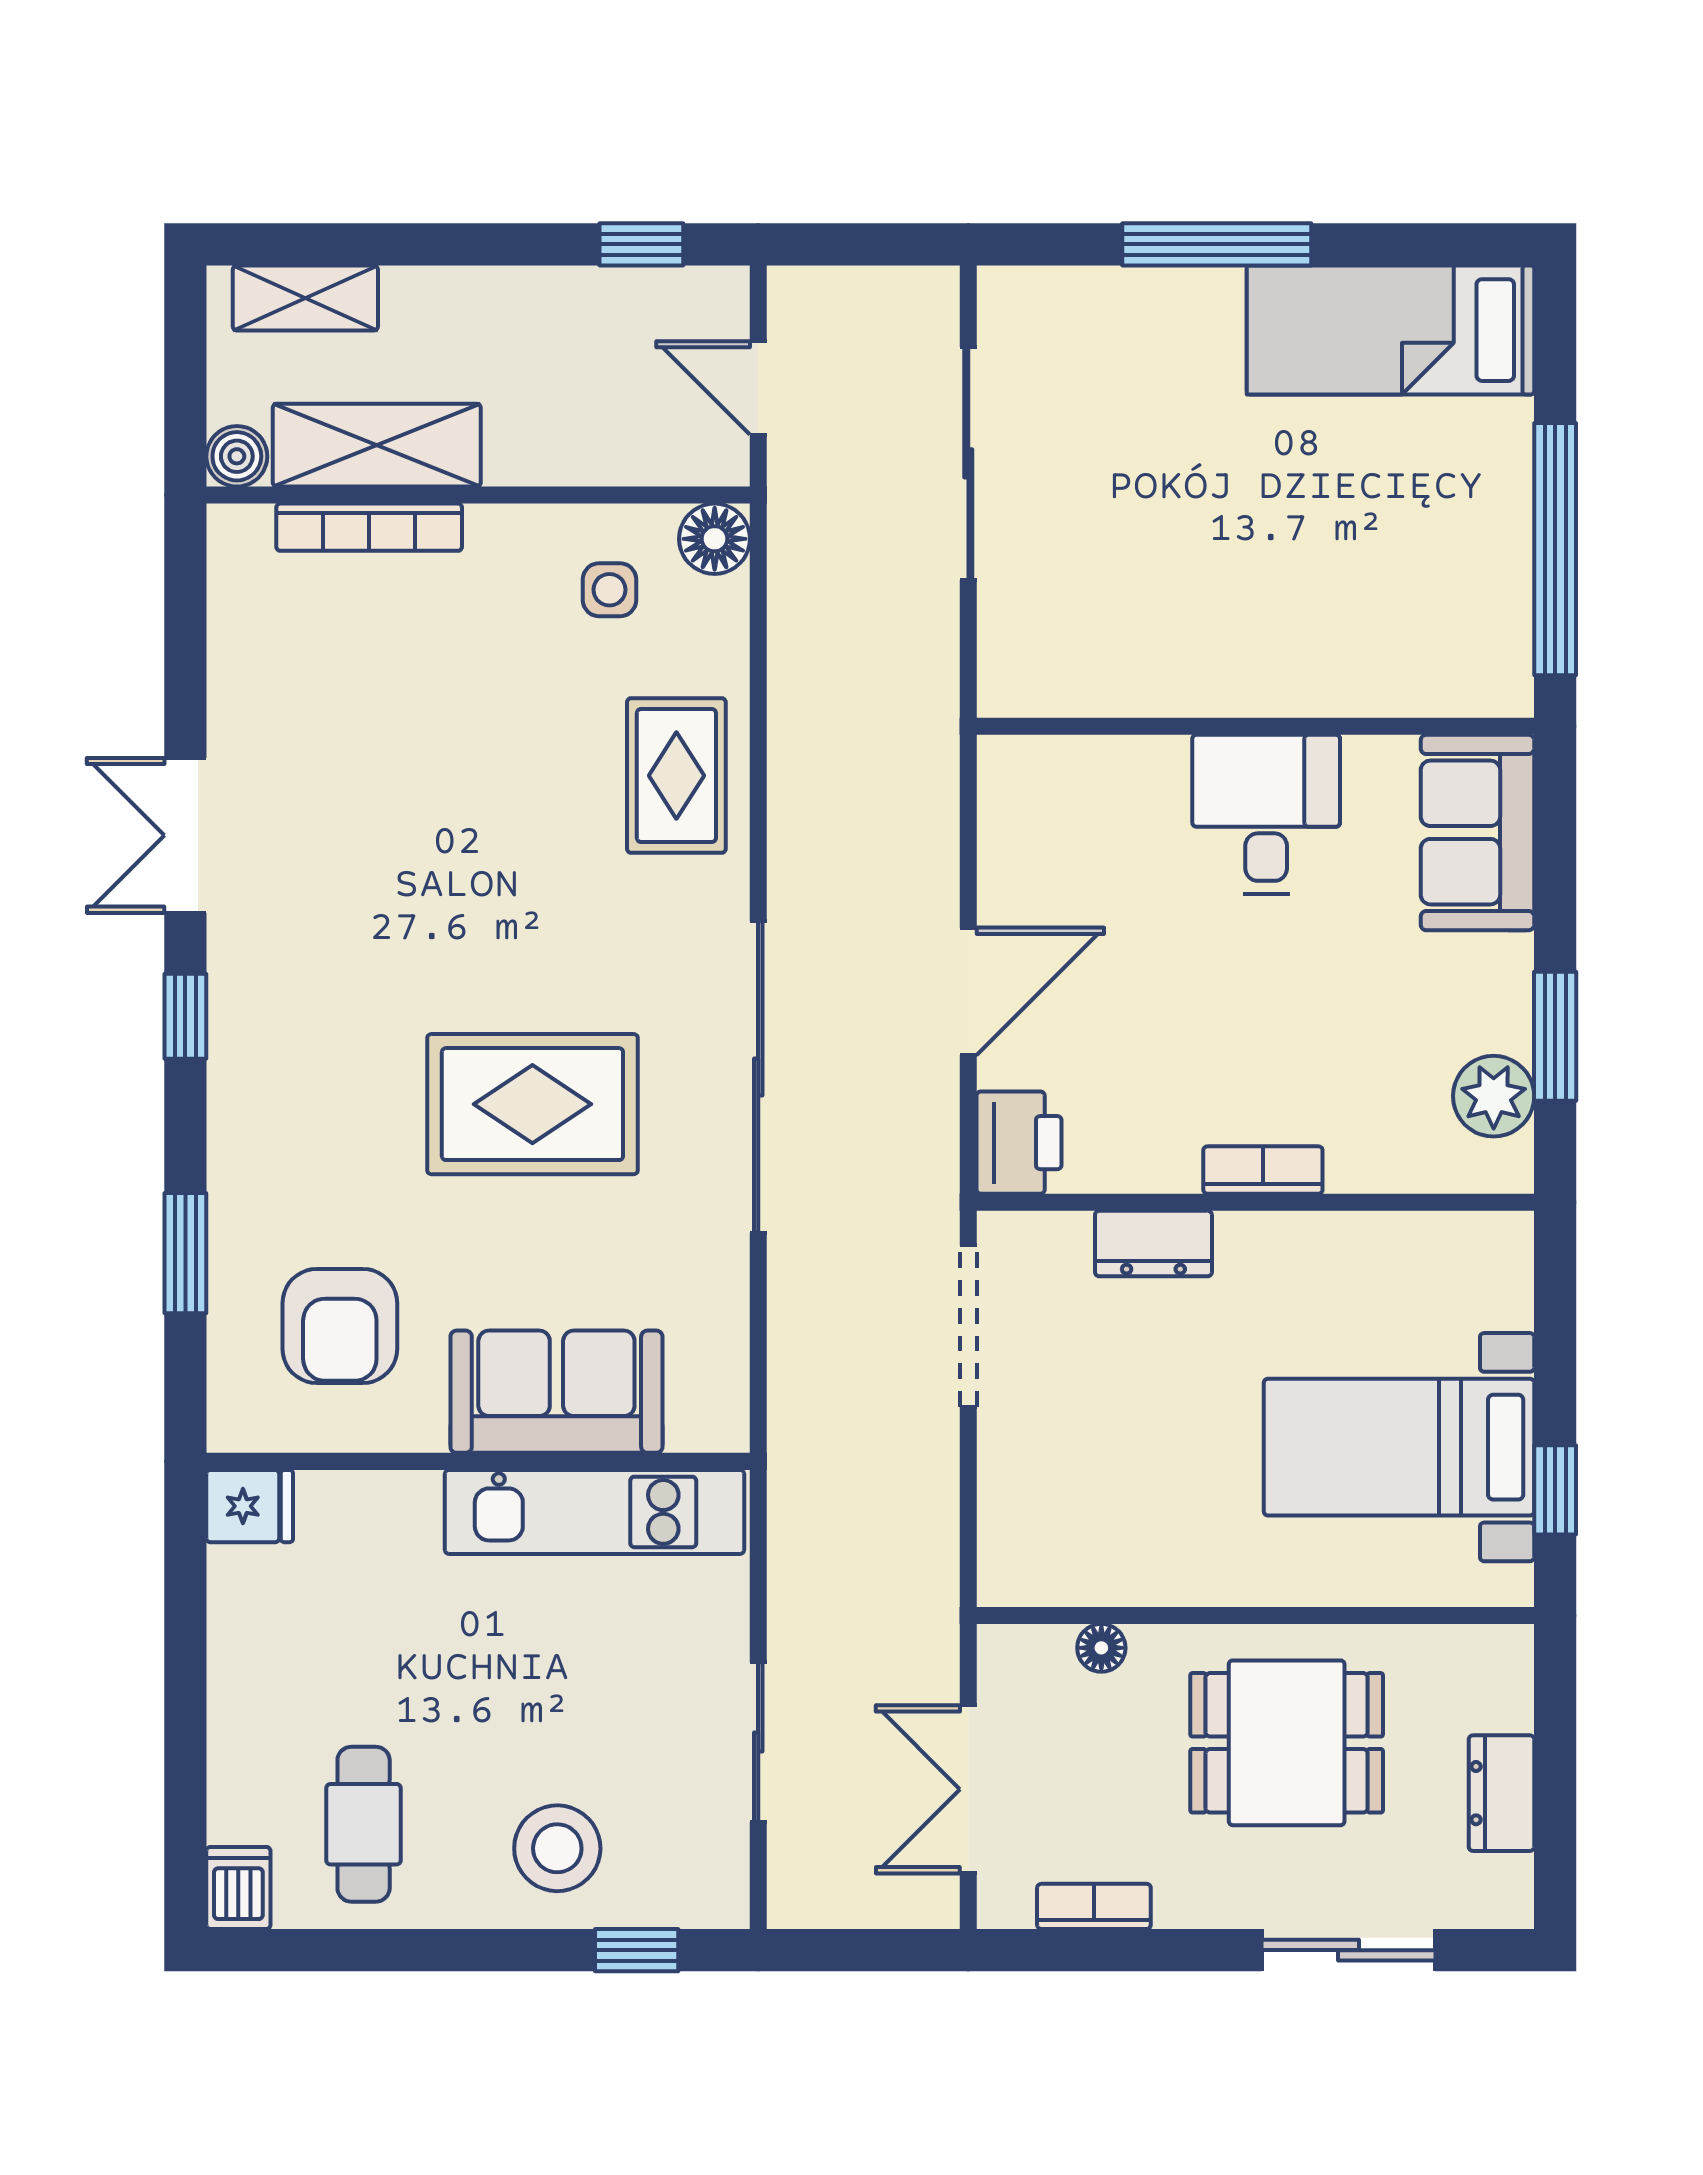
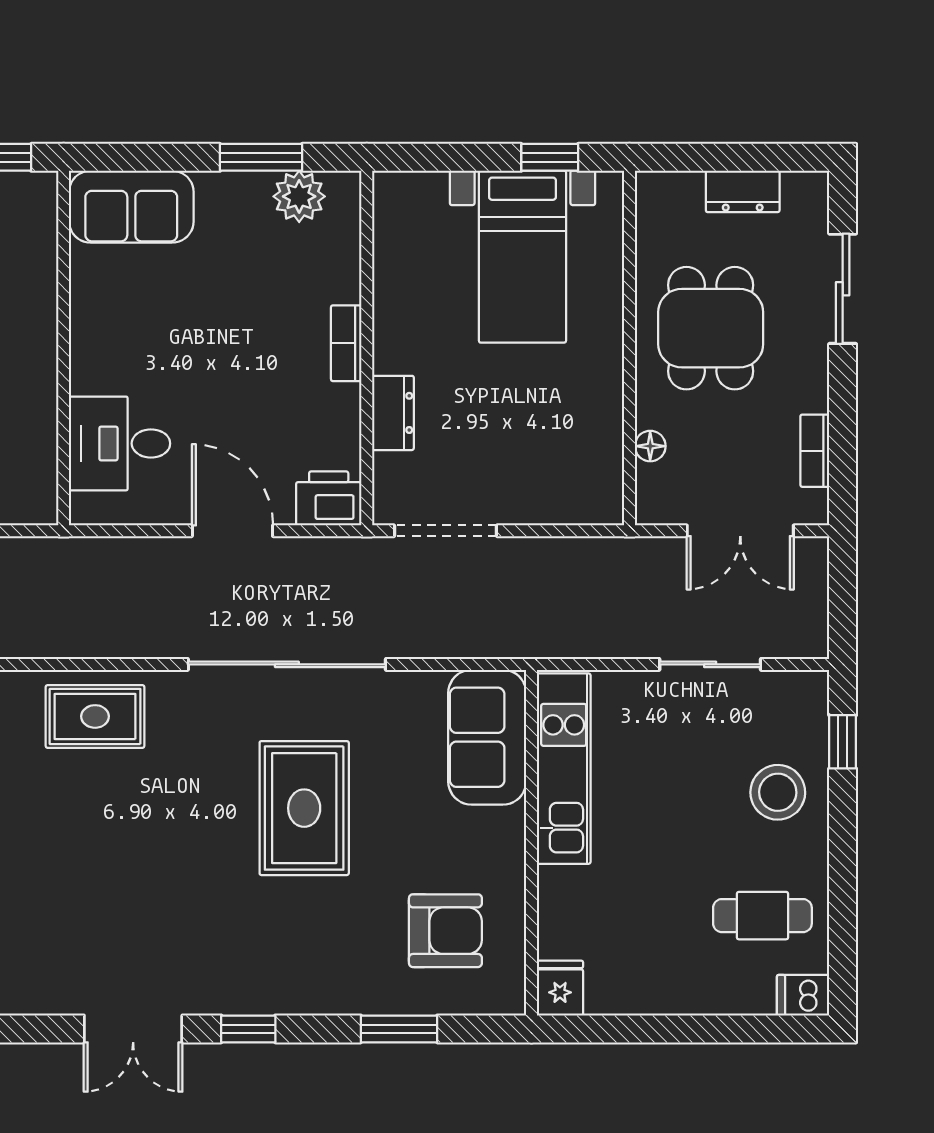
desk: (1266, 814) -> (120, 443), moved
sofa: (556, 1392) -> (487, 737), moved

